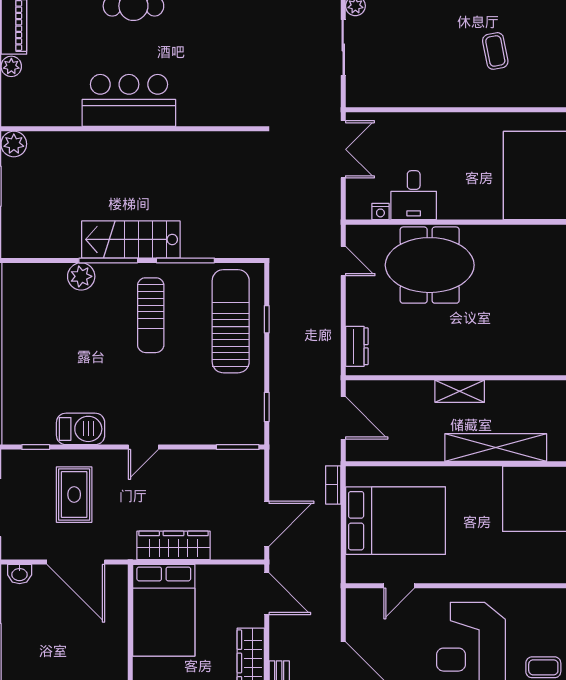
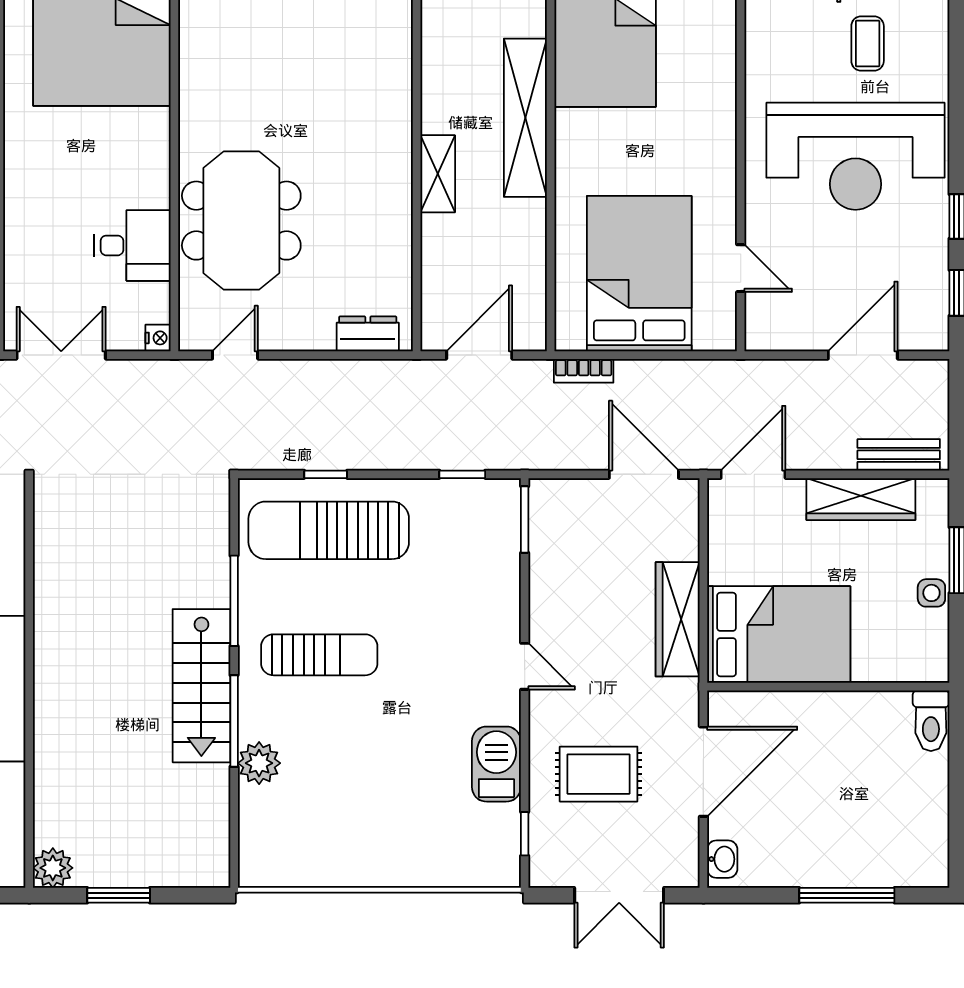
nightstand: (380, 212) -> (158, 338), moved

